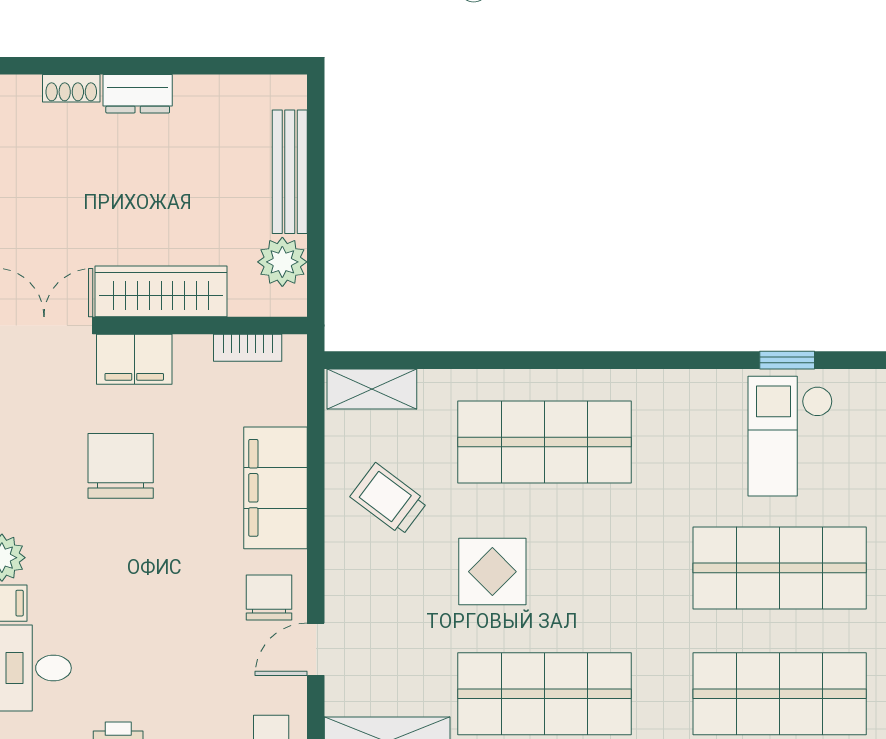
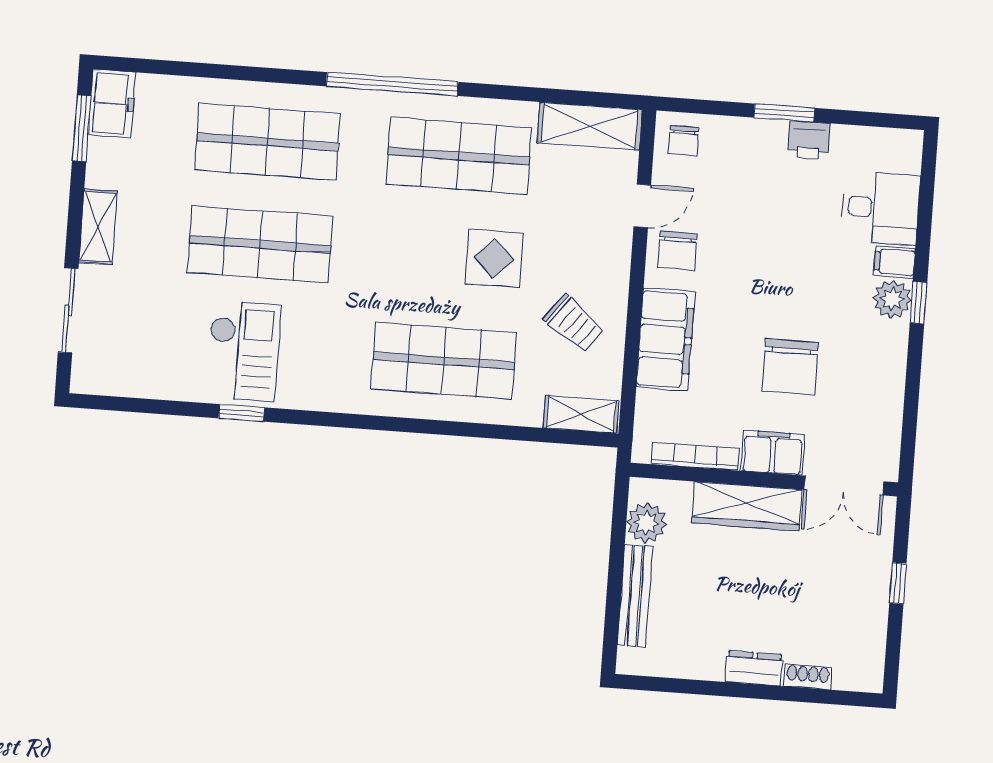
bookcase: (248, 348) -> (695, 456), width x1.56

